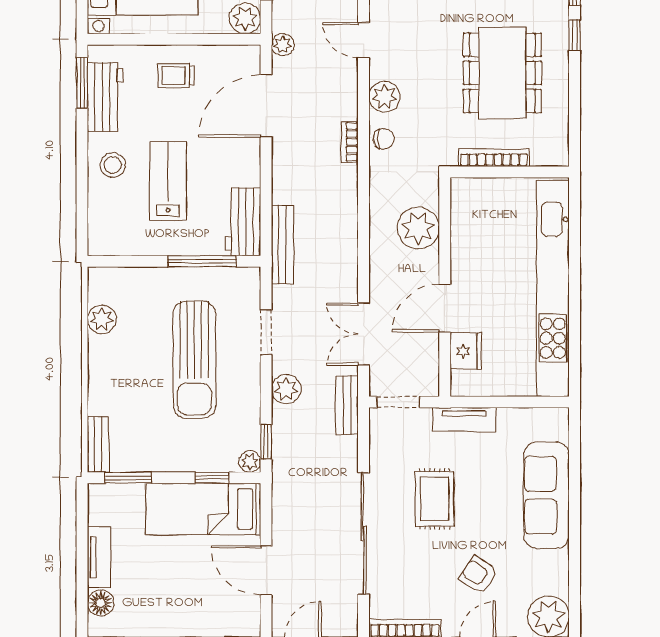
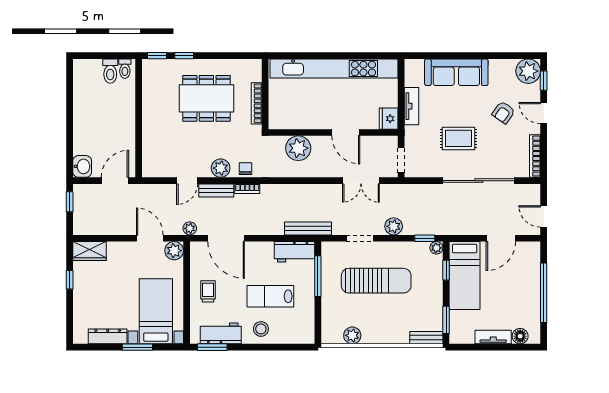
trolley: (176, 76) -> (208, 291), turned 180
fridge: (466, 351) -> (389, 119), moved, turned -90
bench: (347, 405) -> (216, 190), moved
tv unit: (464, 419) -> (412, 106), moved

